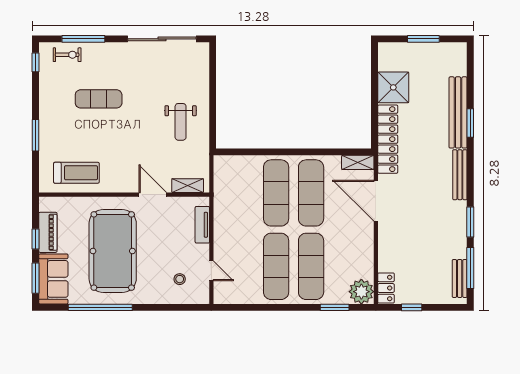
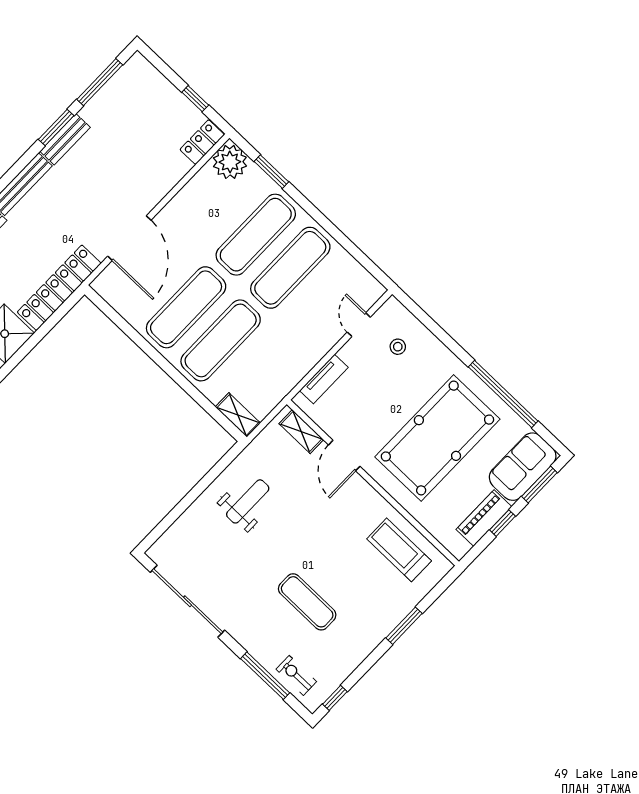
shelving: (358, 162) -> (238, 415), moved
bench: (460, 278) -> (65, 139), moved

